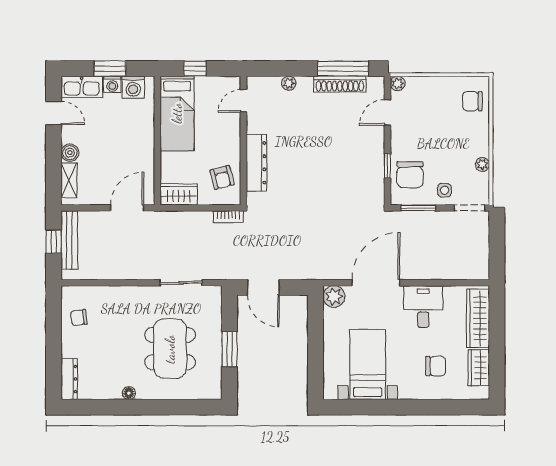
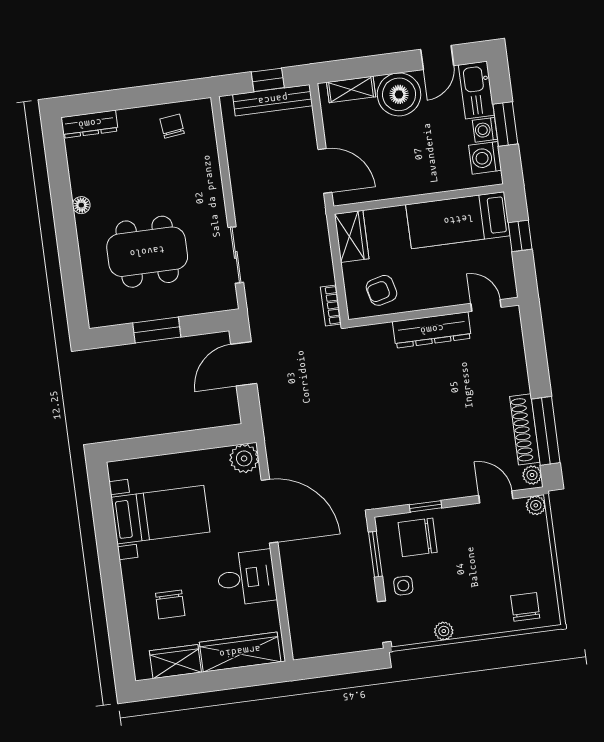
plant: (289, 83) -> (532, 475), moved
boiler: (70, 153) -> (399, 94), width x1.86, depth x1.86
dresser: (256, 163) -> (432, 330), moved

